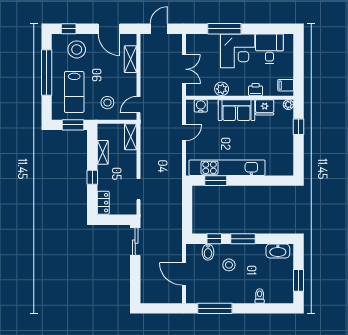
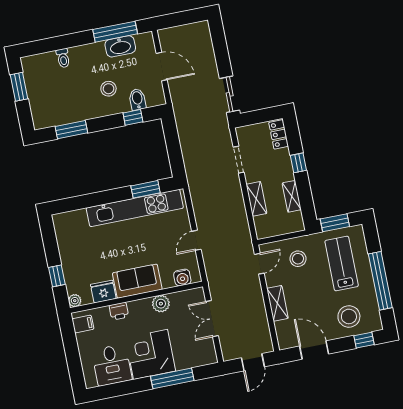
shelving: (130, 59) -> (277, 303), moved
shelving: (131, 137) -> (256, 199), moved
window: (243, 239) -> (71, 130), moved
washbasin: (278, 251) -> (120, 46), moved, turned 180

